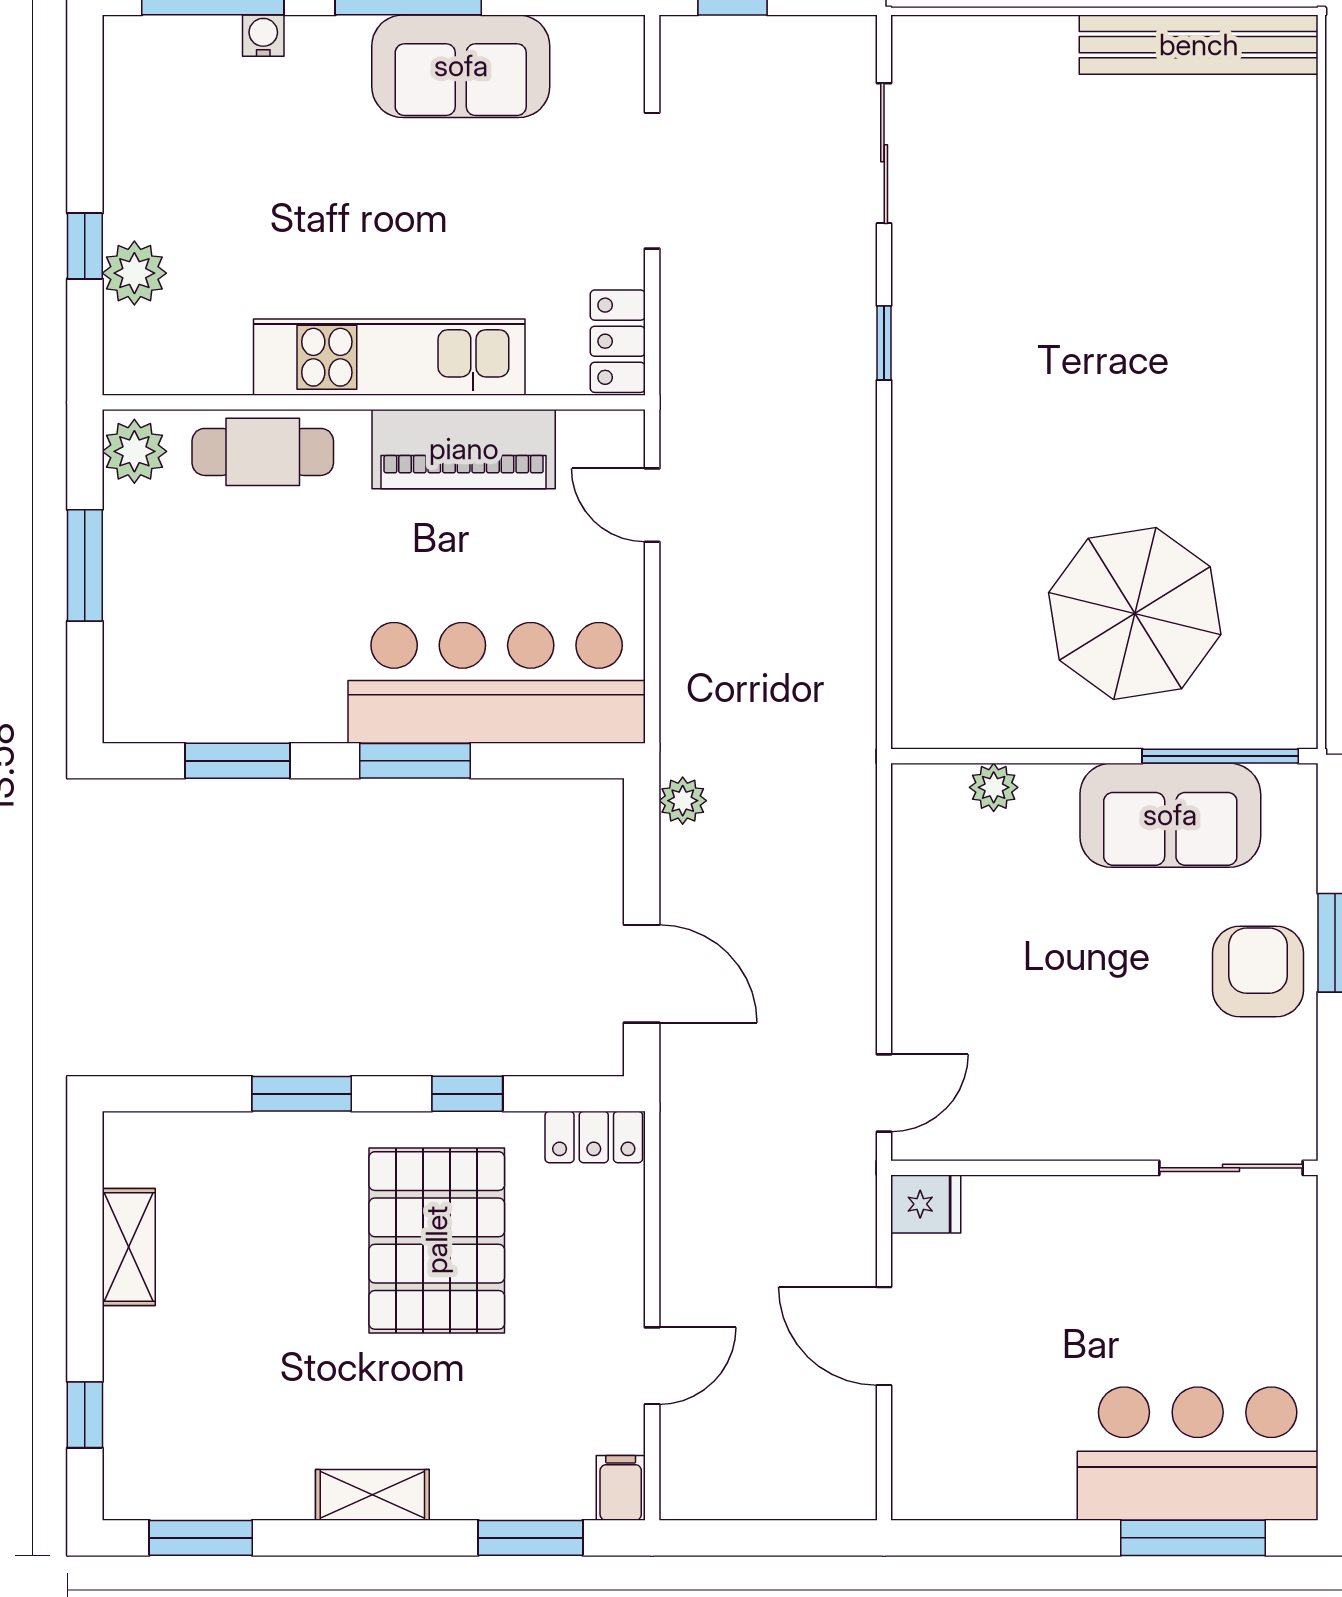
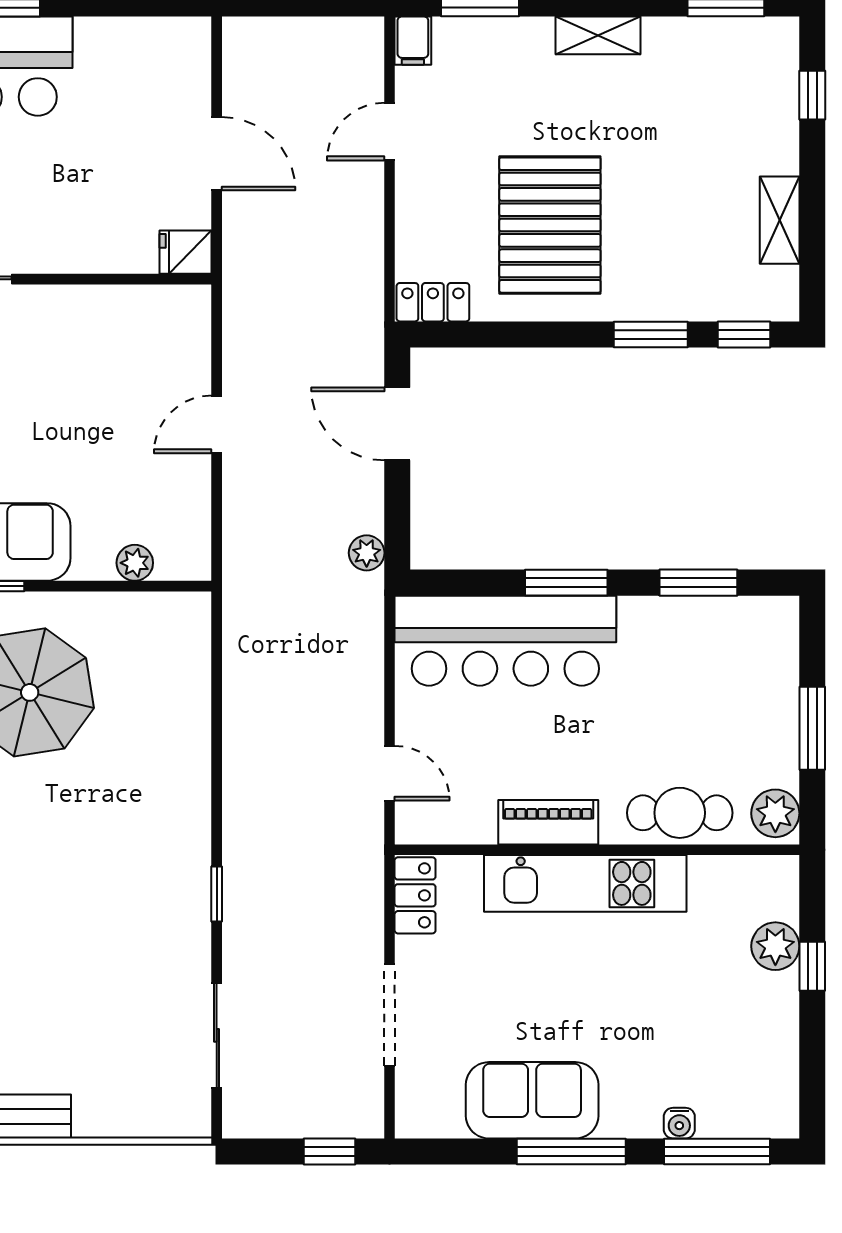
piano: (464, 449) -> (548, 822), width x0.73, depth x0.75
door: (884, 1093) -> (217, 424), moved
window: (467, 1094) -> (744, 334), moved

